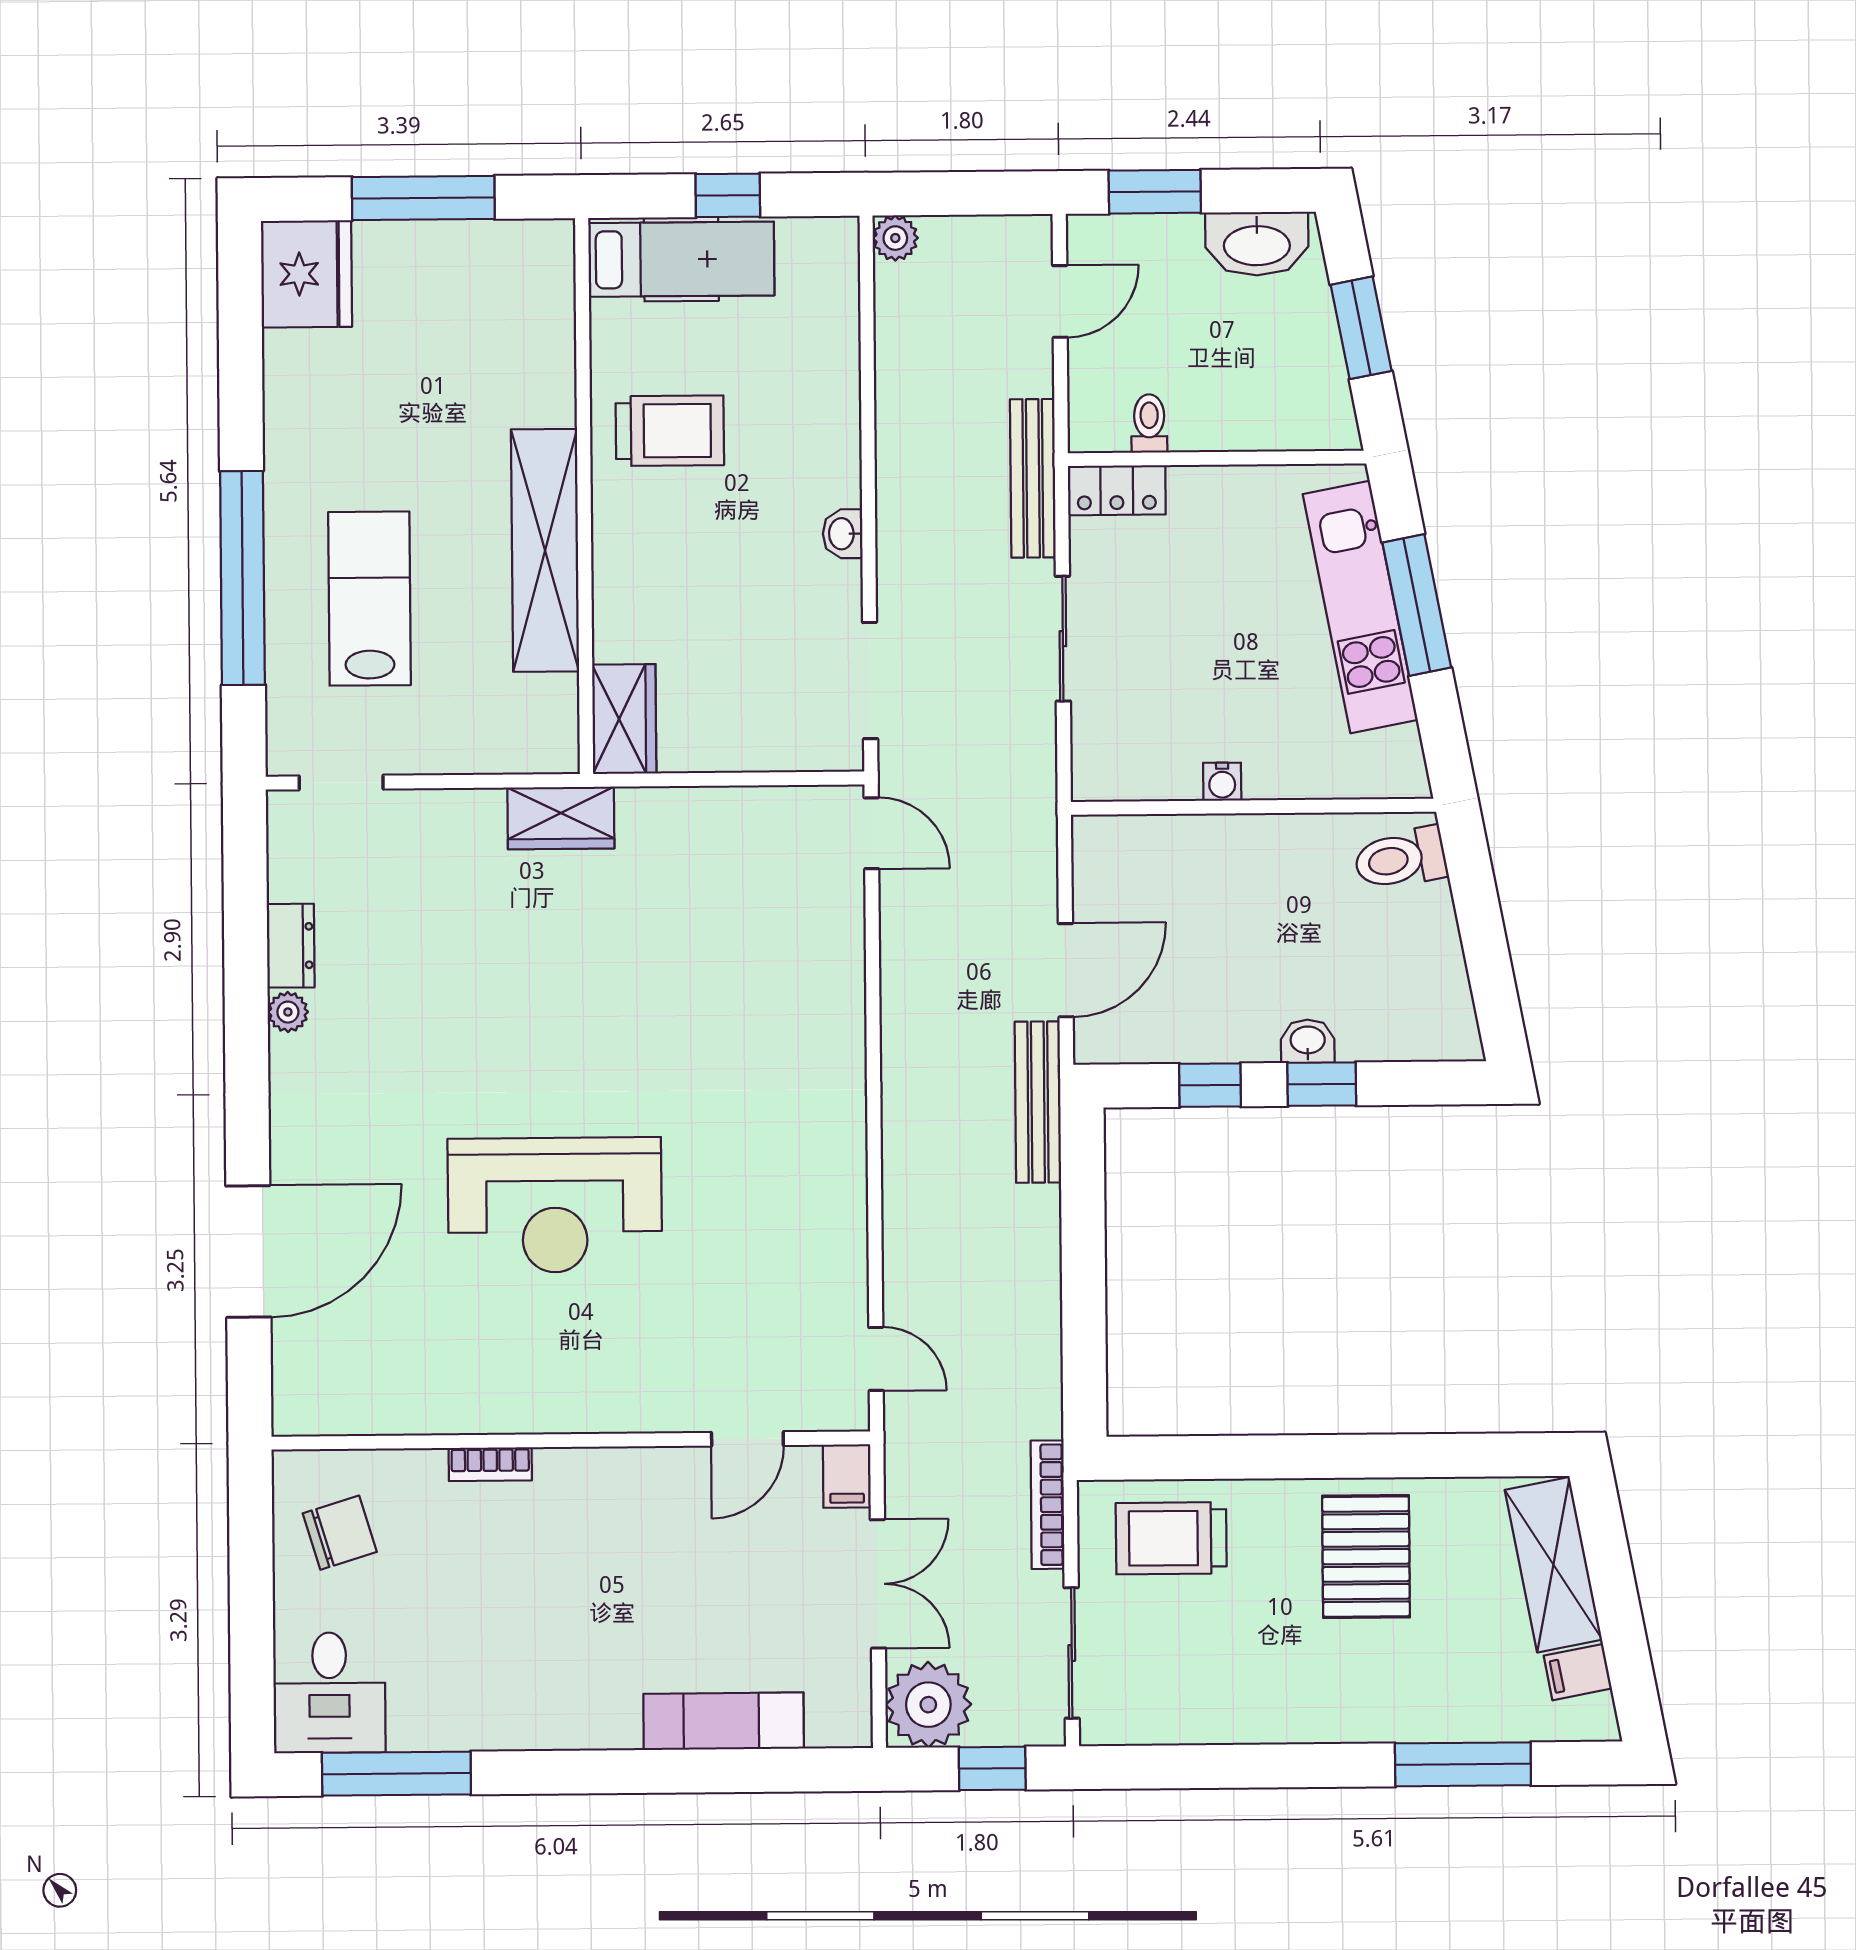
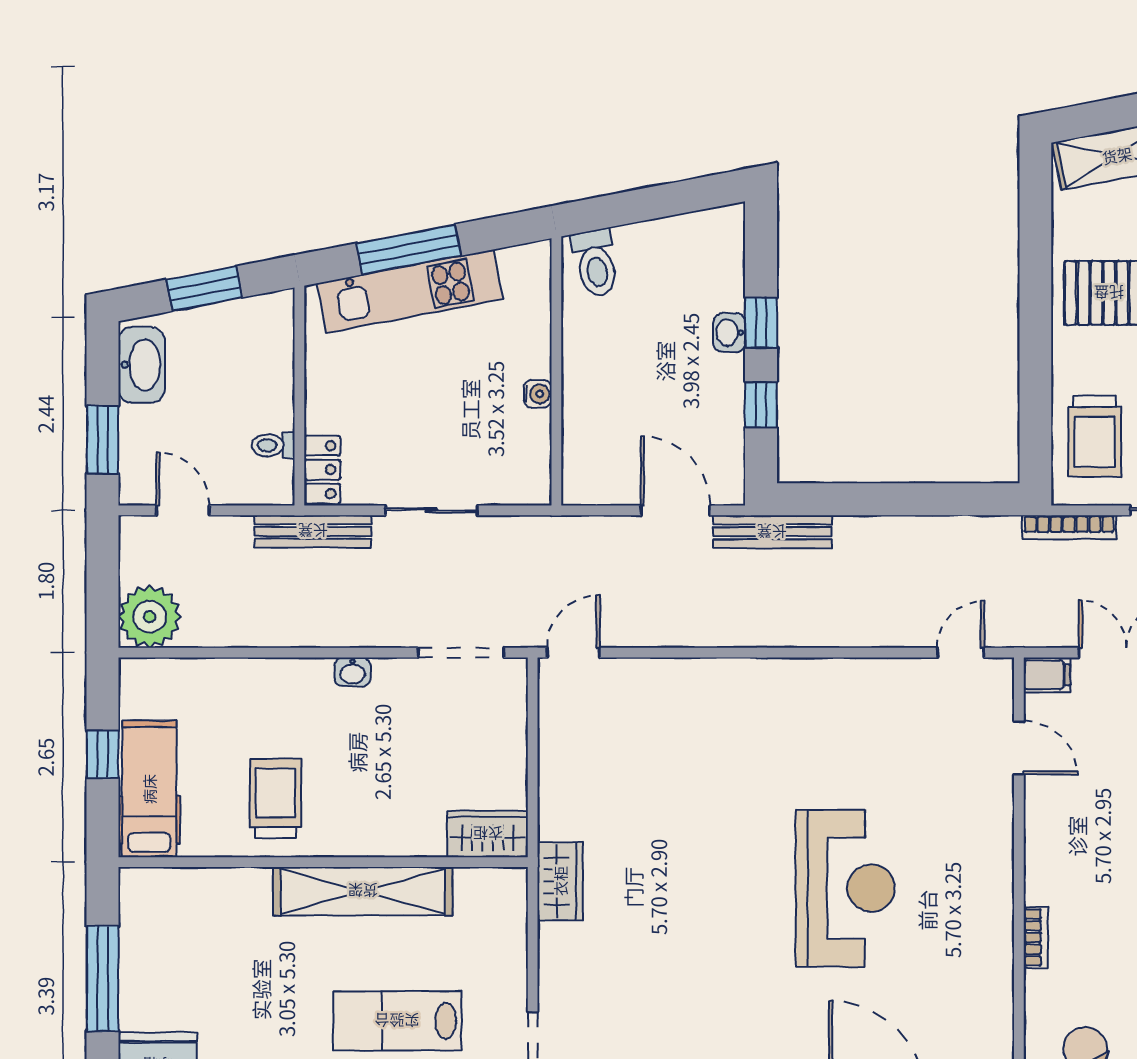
plant: (895, 238) -> (150, 617), width x1.87, depth x1.87

